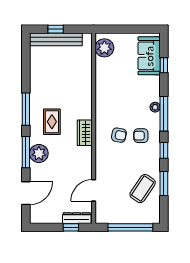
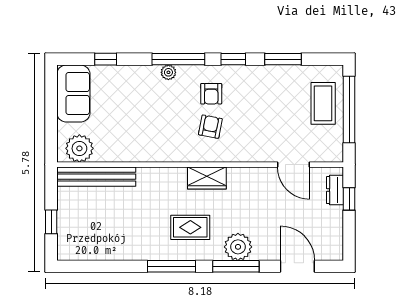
bench: (56, 39) -> (96, 177), moved, turned 90
sofa: (149, 56) -> (73, 94), moved, turned -90
coffee table: (143, 189) -> (323, 103), moved, turned 56
dresser: (77, 218) -> (335, 190), width x0.70

